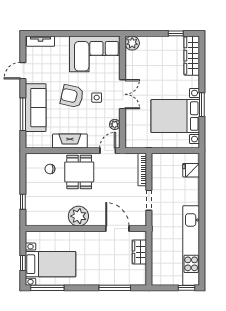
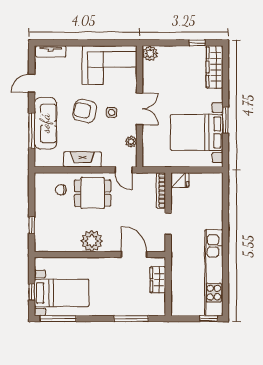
door: (108, 151) -> (123, 170), swing flipped
fridge: (191, 170) -> (180, 180), moved, turned 180
dining table: (79, 172) -> (93, 193), turned 90

